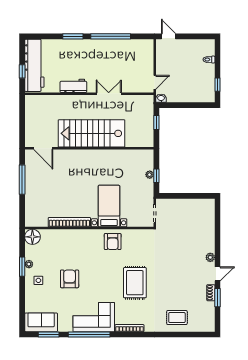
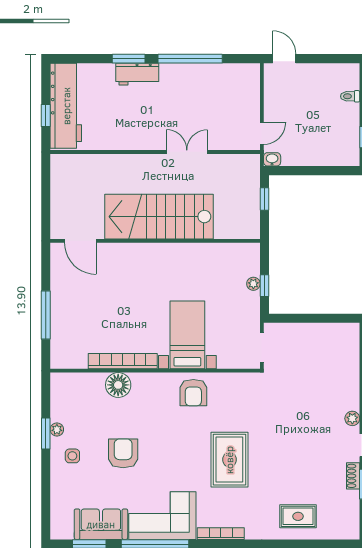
workbench: (73, 86) -> (137, 74), moved, turned 180
window: (22, 180) -> (46, 315), moved
floor lamp: (32, 237) -> (118, 385), moved
sofa: (41, 322) -> (101, 524), moved

